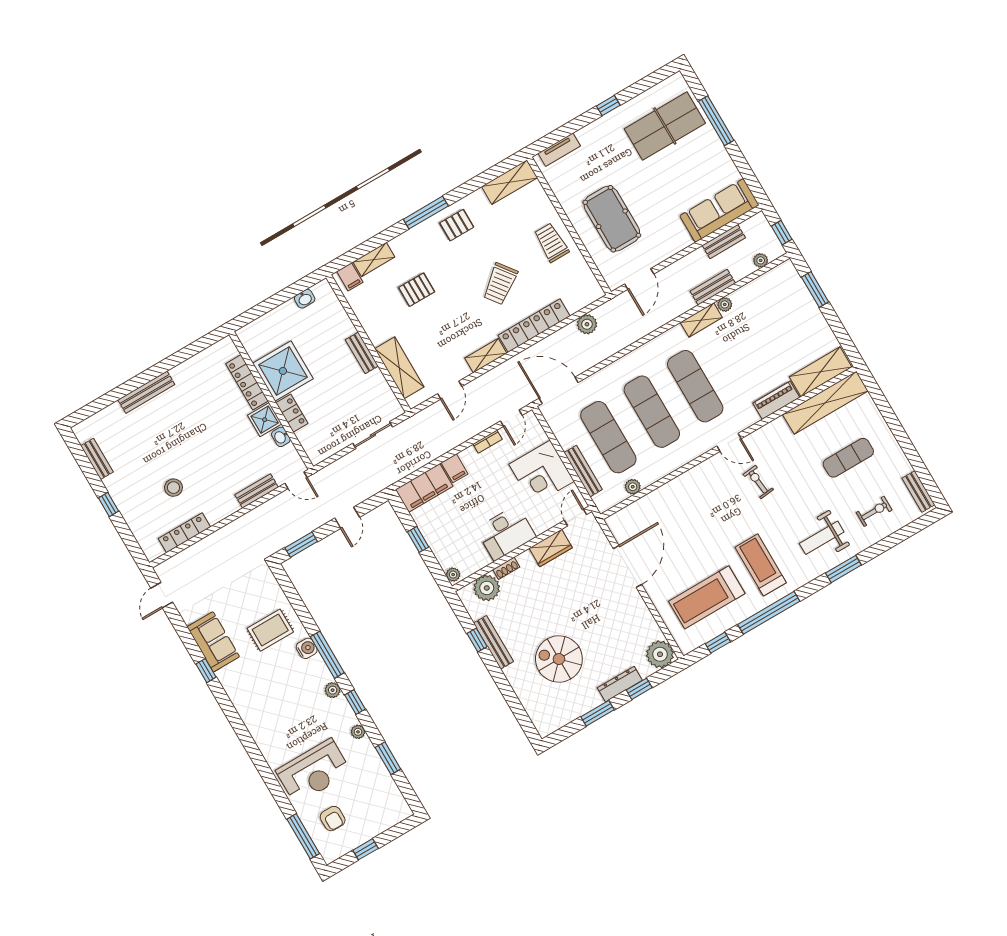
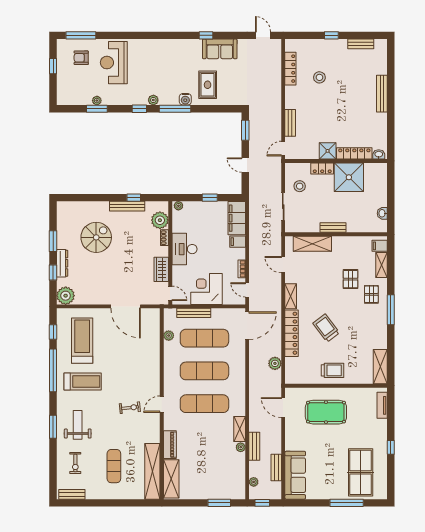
pallet: (457, 225) -> (371, 294), moved
stool: (333, 429) -> (300, 186), added
washbasin: (281, 437) -> (379, 154), moved
plant: (358, 732) -> (97, 101), moved

